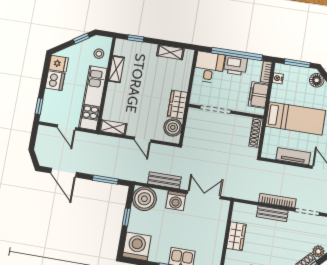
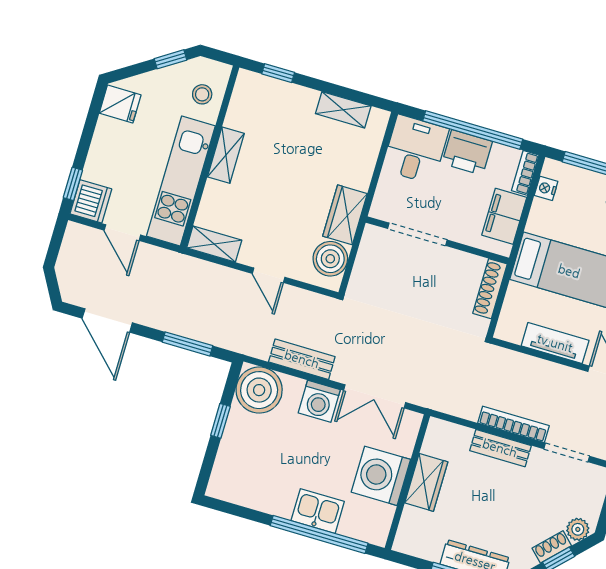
shelving: (116, 69) -> (226, 155), moved
dishwasher: (55, 81) -> (91, 201), moved
double door: (204, 195) -> (375, 396), swing flipped
washing machine: (137, 246) -> (381, 476), moved, turned -90

